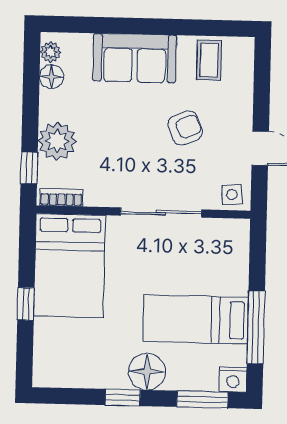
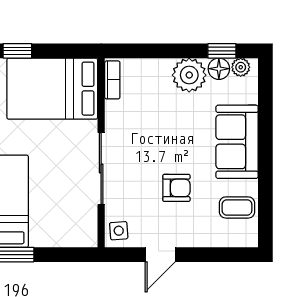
armchair: (185, 128) -> (176, 188), turned -67
plant: (57, 141) -> (189, 75), moved
window: (29, 168) -> (222, 51), moved

